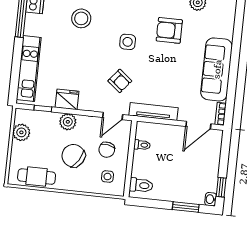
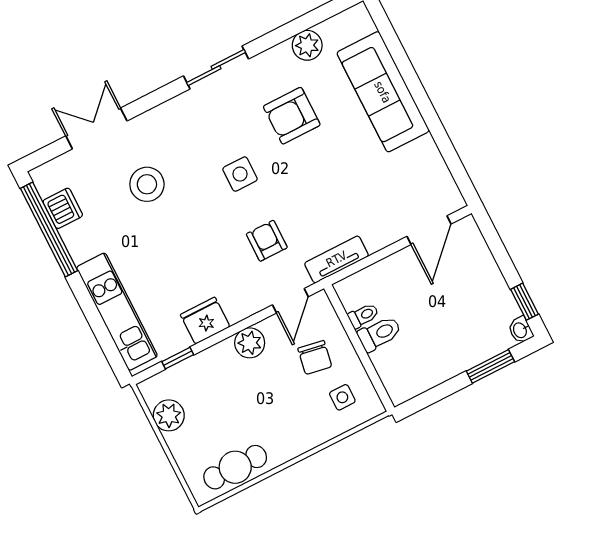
sofa: (217, 69) -> (383, 92), moved
armchair: (120, 81) -> (267, 241), turned -129
tv unit: (153, 112) -> (336, 259), width x0.71
bookcase: (221, 114) -> (451, 191), removed
plant: (68, 122) -> (250, 343), moved
chair: (73, 156) -> (270, 399), removed
toilet: (141, 185) -> (379, 334), moved

